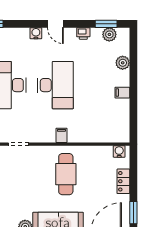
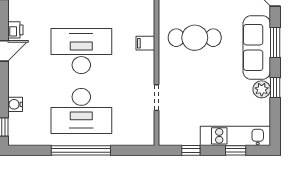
water cooler: (36, 33) -> (15, 104), moved
printer: (83, 33) -> (15, 30), moved

